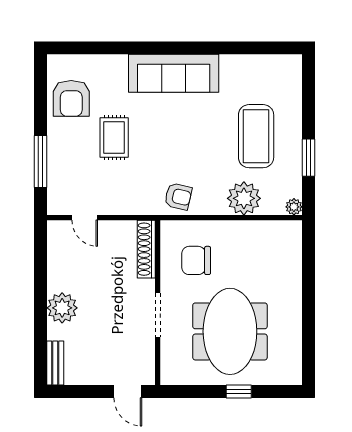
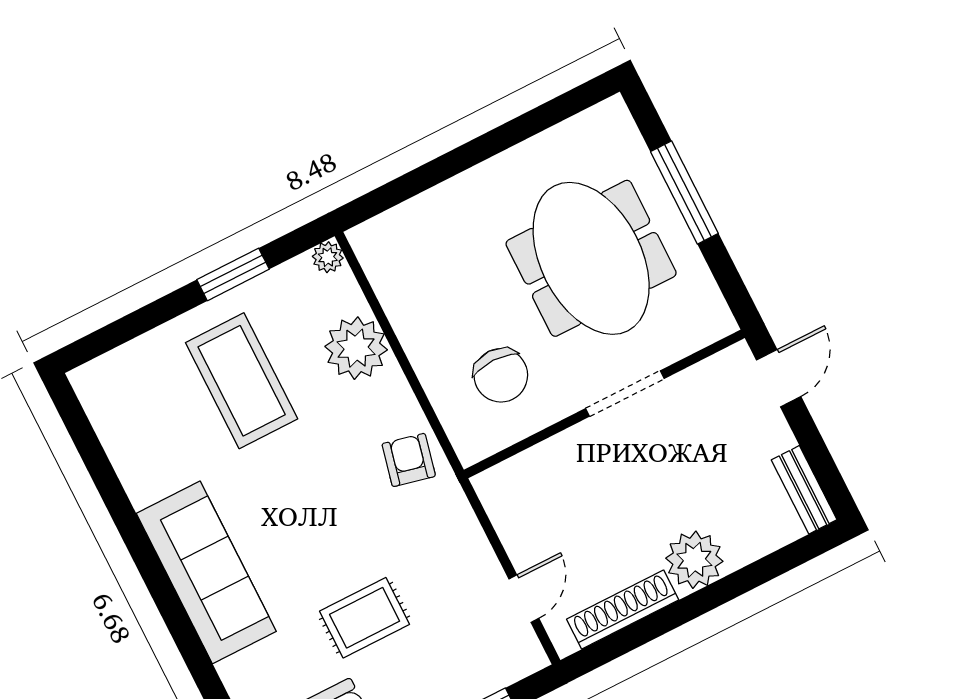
coffee table: (256, 136) -> (242, 381), turned 90
shoe rack: (146, 249) -> (623, 610), moved, turned 180
meeting table: (230, 331) -> (591, 258), turned 90
bench: (55, 363) -> (804, 490), moved, turned 90
window: (239, 392) -> (684, 193), width x2.17

